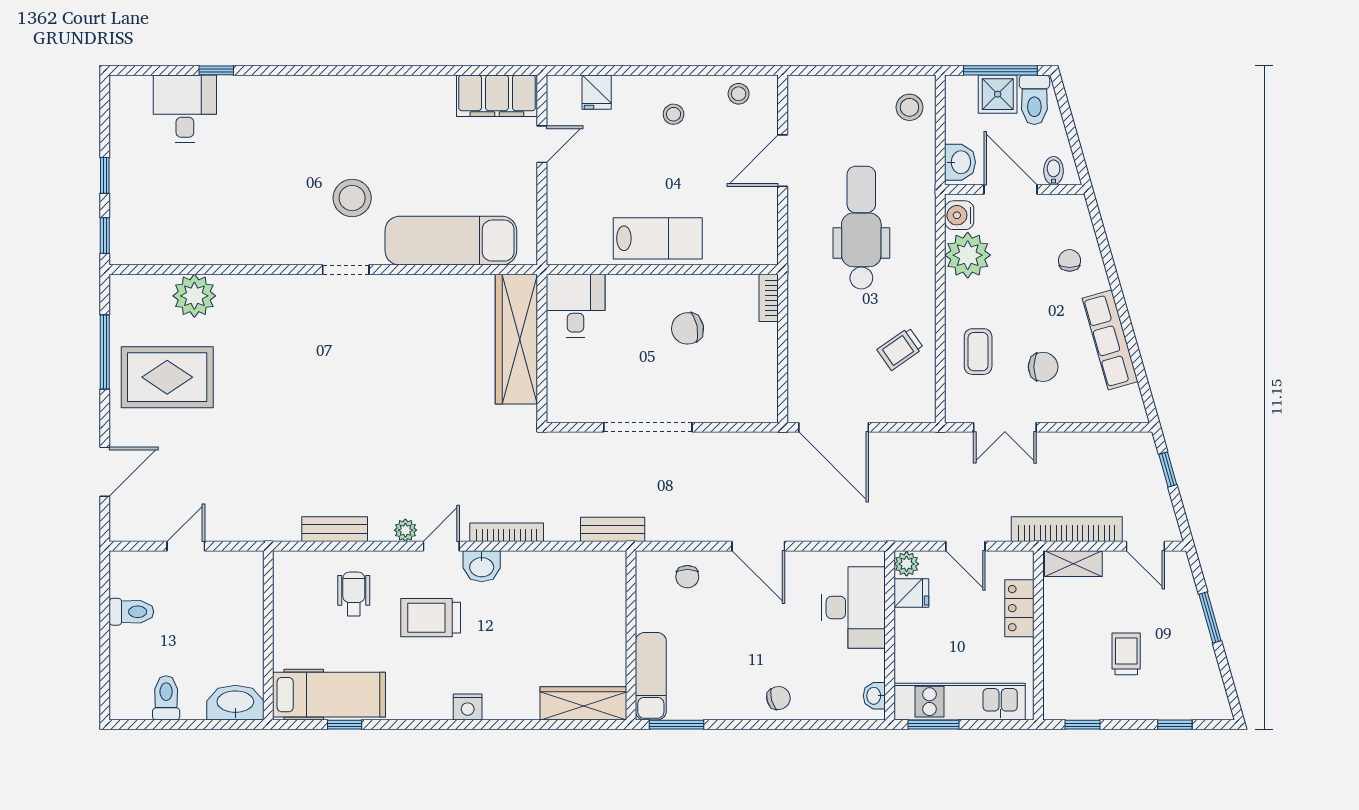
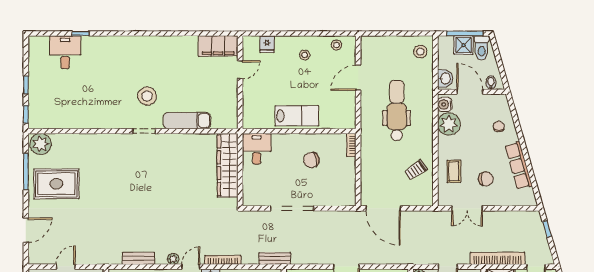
exam couch: (451, 241) -> (187, 121), width x0.73, depth x0.69
plant: (194, 296) -> (41, 144), moved

